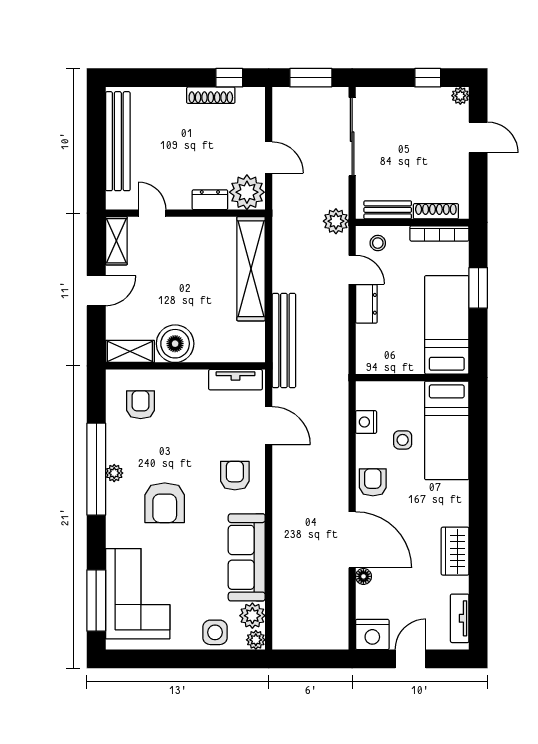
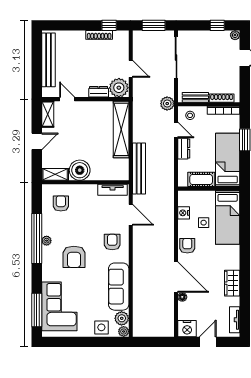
cot: (398, 361) -> (201, 179), added

